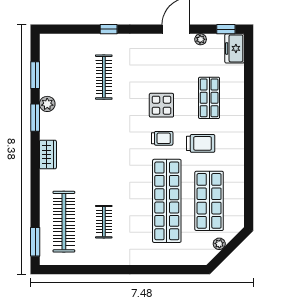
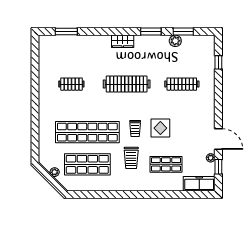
window: (109, 29) -> (218, 62), moved
window: (226, 29) -> (218, 167), moved
freezer: (235, 48) -> (199, 184), width x1.40
plant: (47, 104) -> (175, 41), moved
clothes rail: (64, 222) -> (127, 84), moved
window: (35, 242) -> (66, 32), moved

